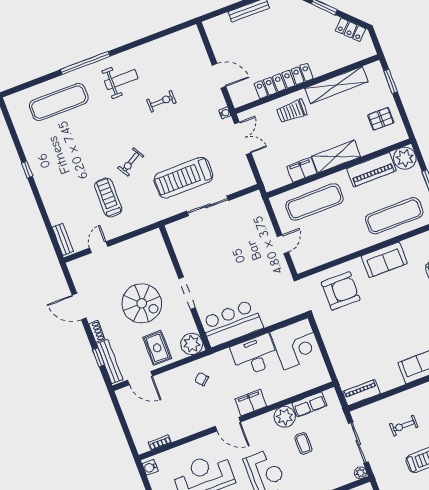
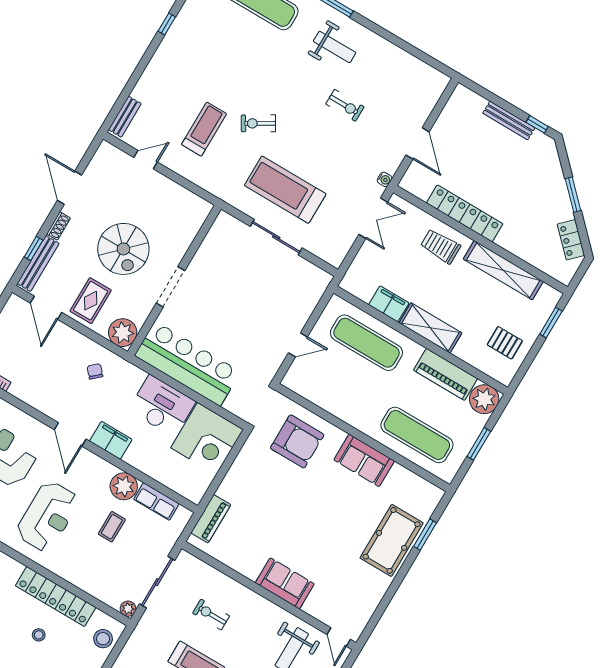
bar counter: (232, 323) -> (187, 364), width x1.36
piano: (361, 393) -> (211, 519), moved, turned 90

